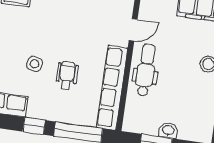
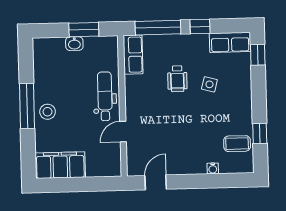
dental chair: (146, 70) -> (105, 96), turned 180
row of seats: (112, 88) -> (133, 55), width x0.50

